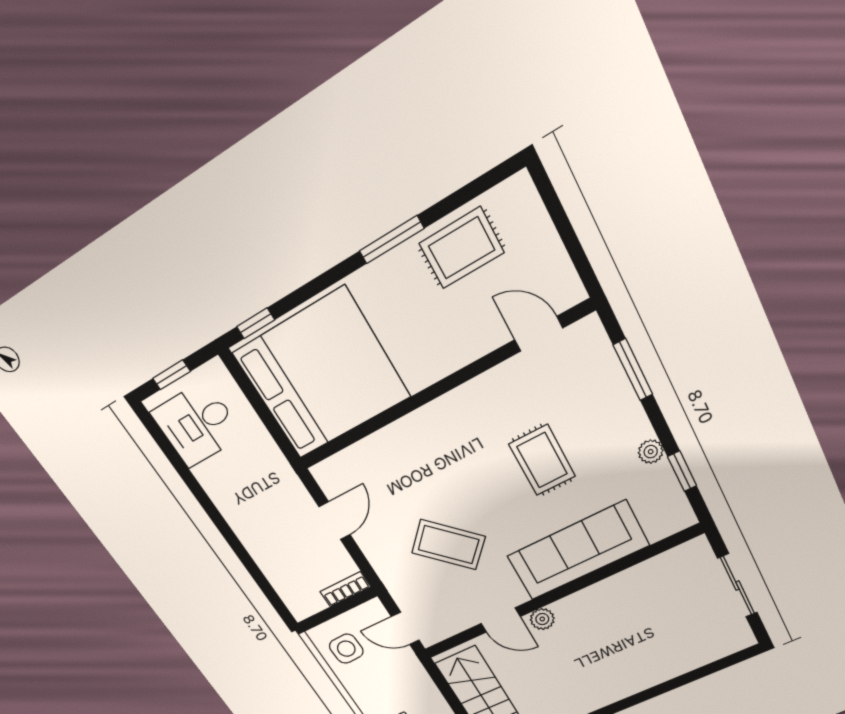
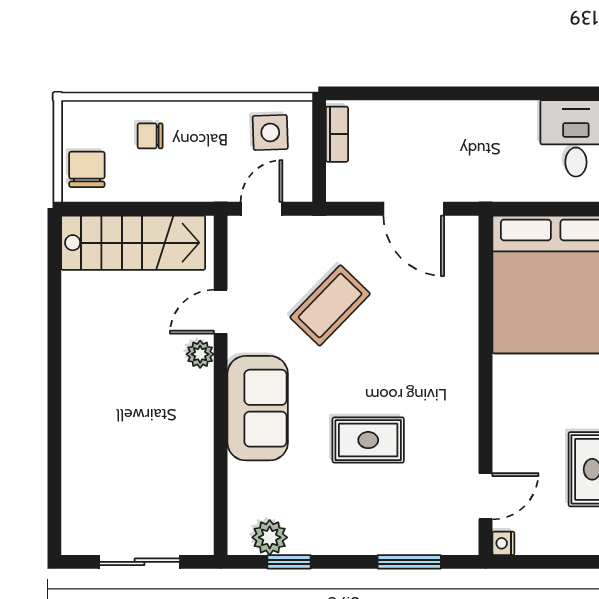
nightstand: (574, 293) -> (503, 543), added
plant: (651, 452) -> (270, 537), moved, width x1.38, depth x1.38
door: (335, 521) -> (414, 209), width x1.38
sofa: (578, 551) -> (258, 408), width x0.73
bookcase: (345, 589) -> (337, 134), moved

